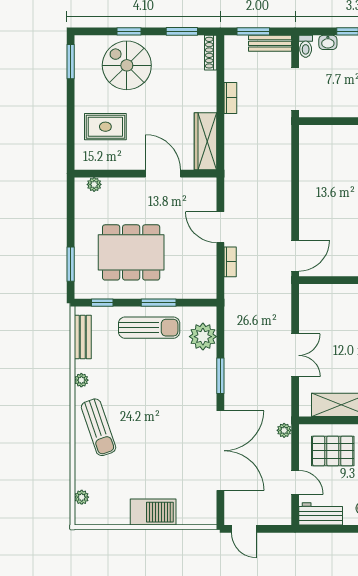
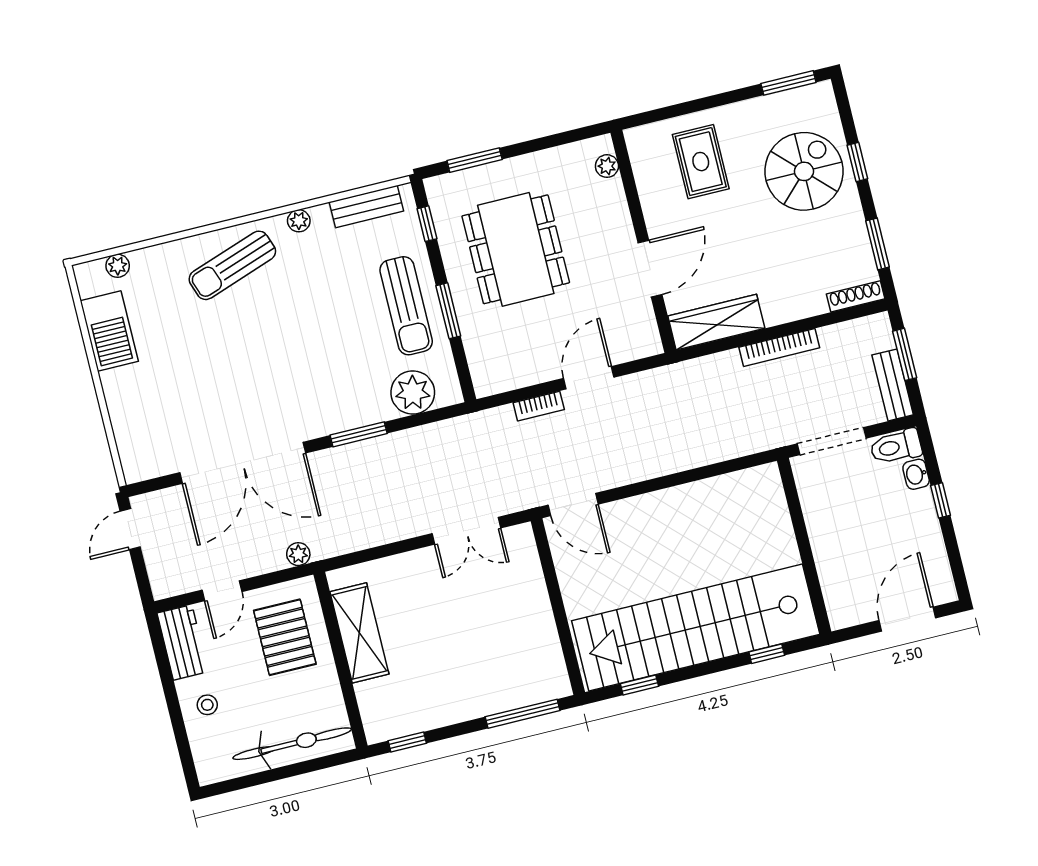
toilet: (306, 46) -> (896, 447), width x1.37, depth x1.39
bookcase: (230, 98) -> (779, 347), width x1.56
double door: (295, 355) -> (466, 531), moved
barbecue: (153, 512) -> (109, 331), moved

